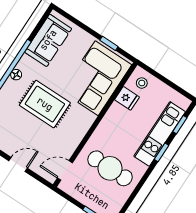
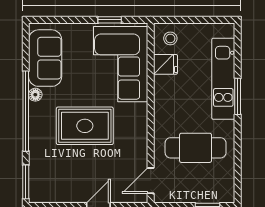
floor lamp: (16, 75) -> (35, 95), moved
window: (180, 125) -> (238, 55), removed
window: (162, 152) -> (238, 96), width x1.50

